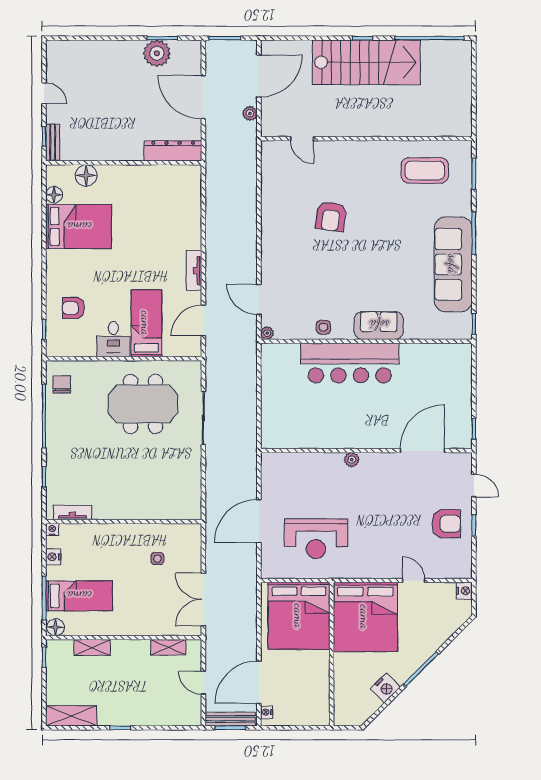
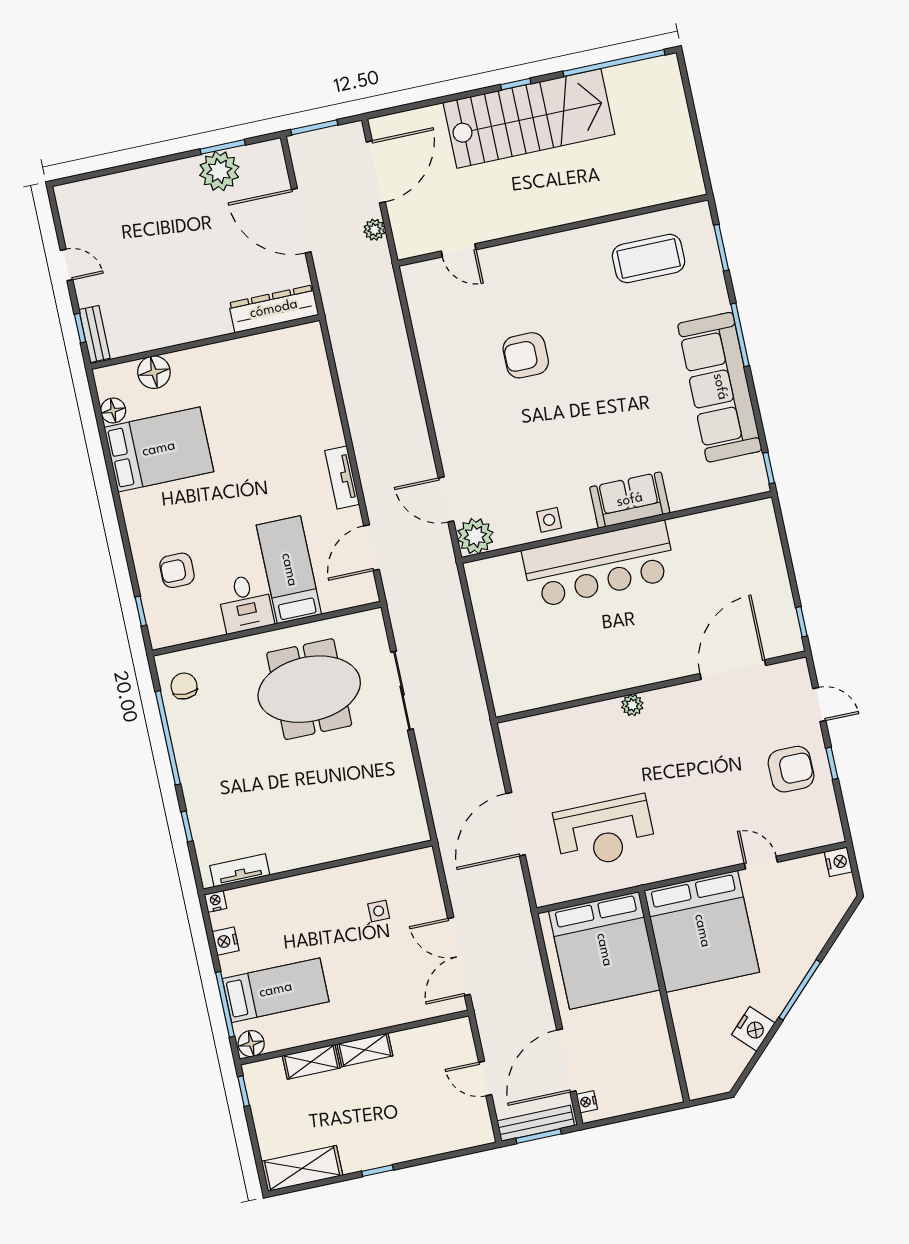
armchair: (331, 216) -> (526, 355), turned 82
plant: (267, 333) -> (475, 536), width x1.87, depth x1.87
shelving: (168, 647) -> (365, 1050), moved

